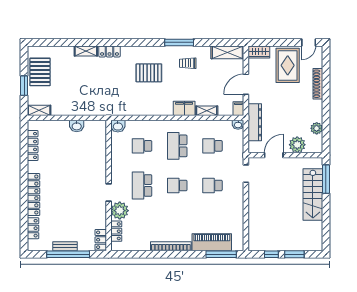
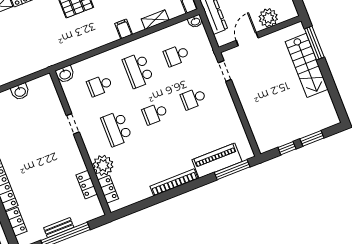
filing cabinet: (184, 108) -> (124, 29), width x0.50
doorway: (109, 192) -> (73, 124), moved
locker: (101, 240) -> (87, 185), moved

